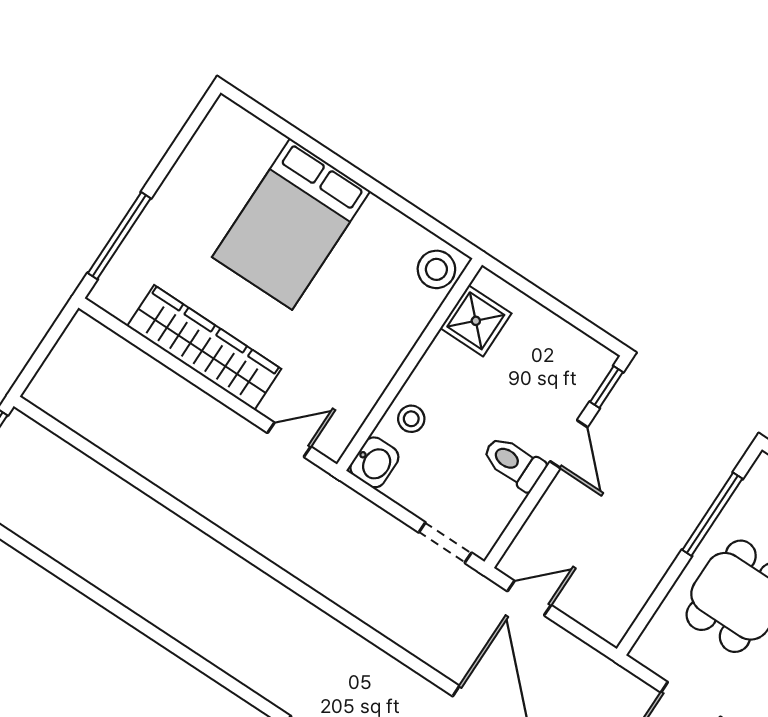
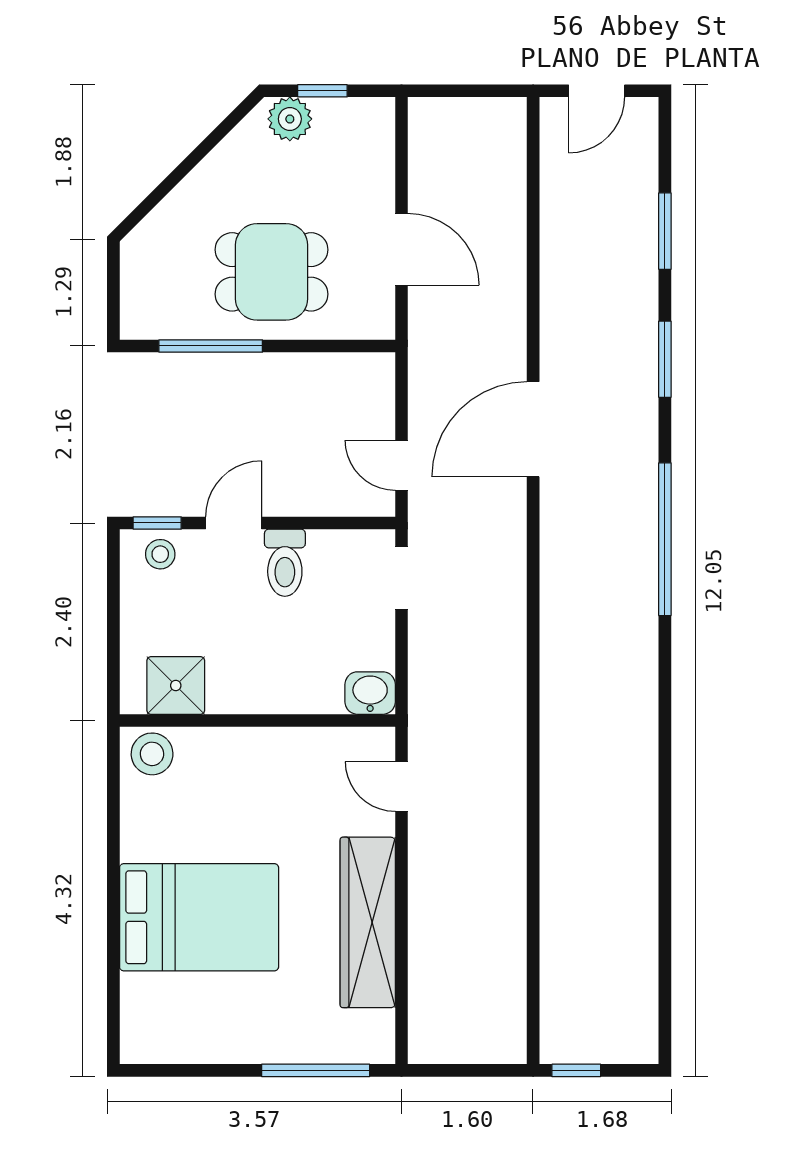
stool: (411, 419) -> (160, 554), moved

